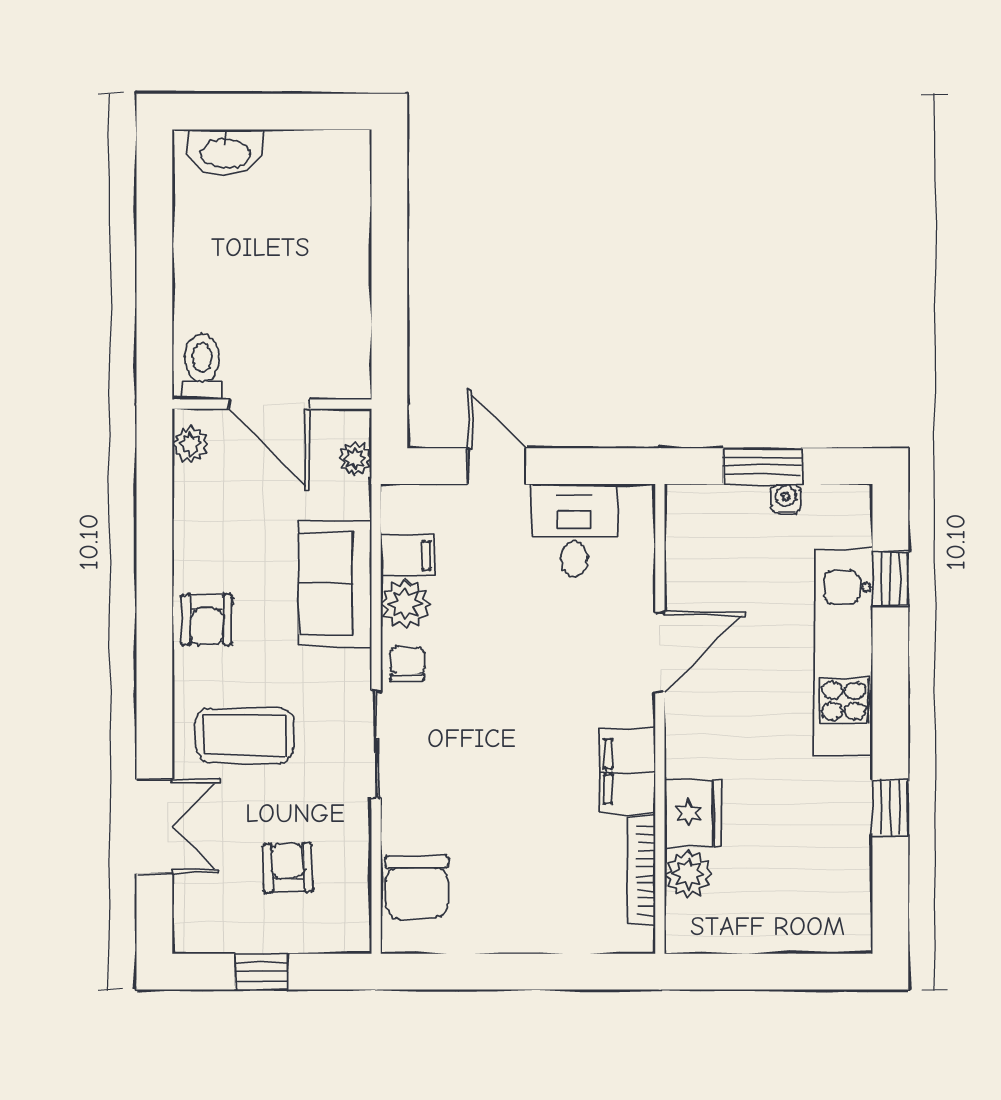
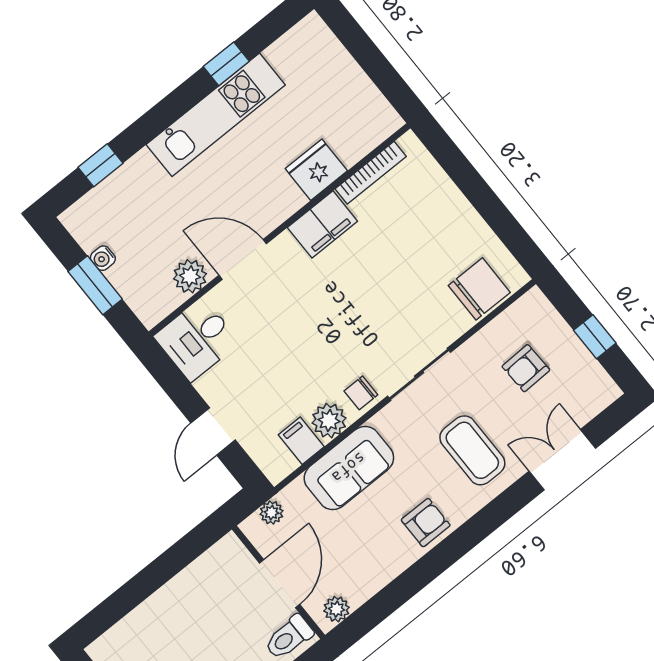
desk: (574, 530) -> (197, 339), moved
kitchen unit: (844, 653) -> (216, 115), moved
plant: (688, 874) -> (190, 276), moved

